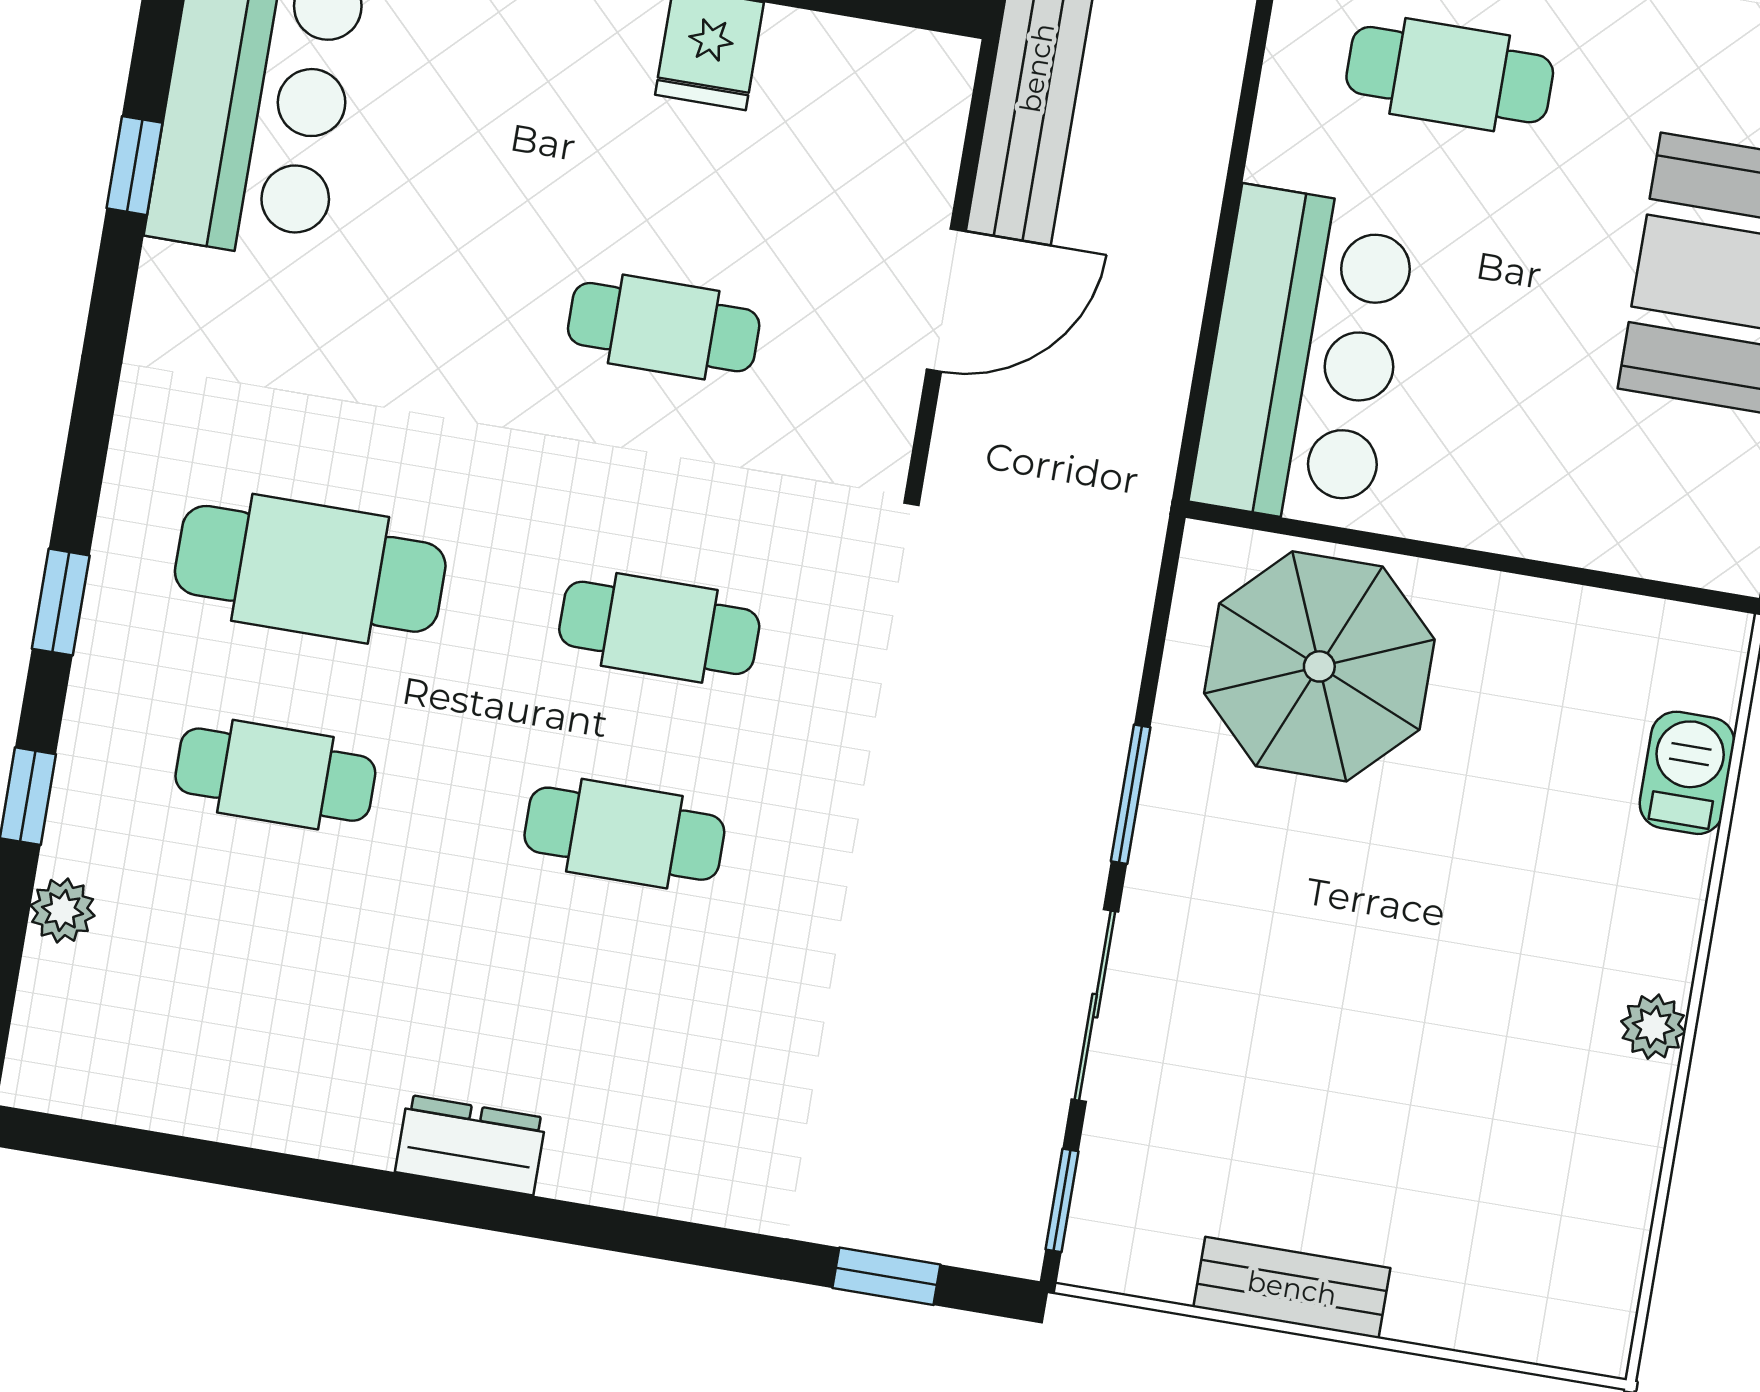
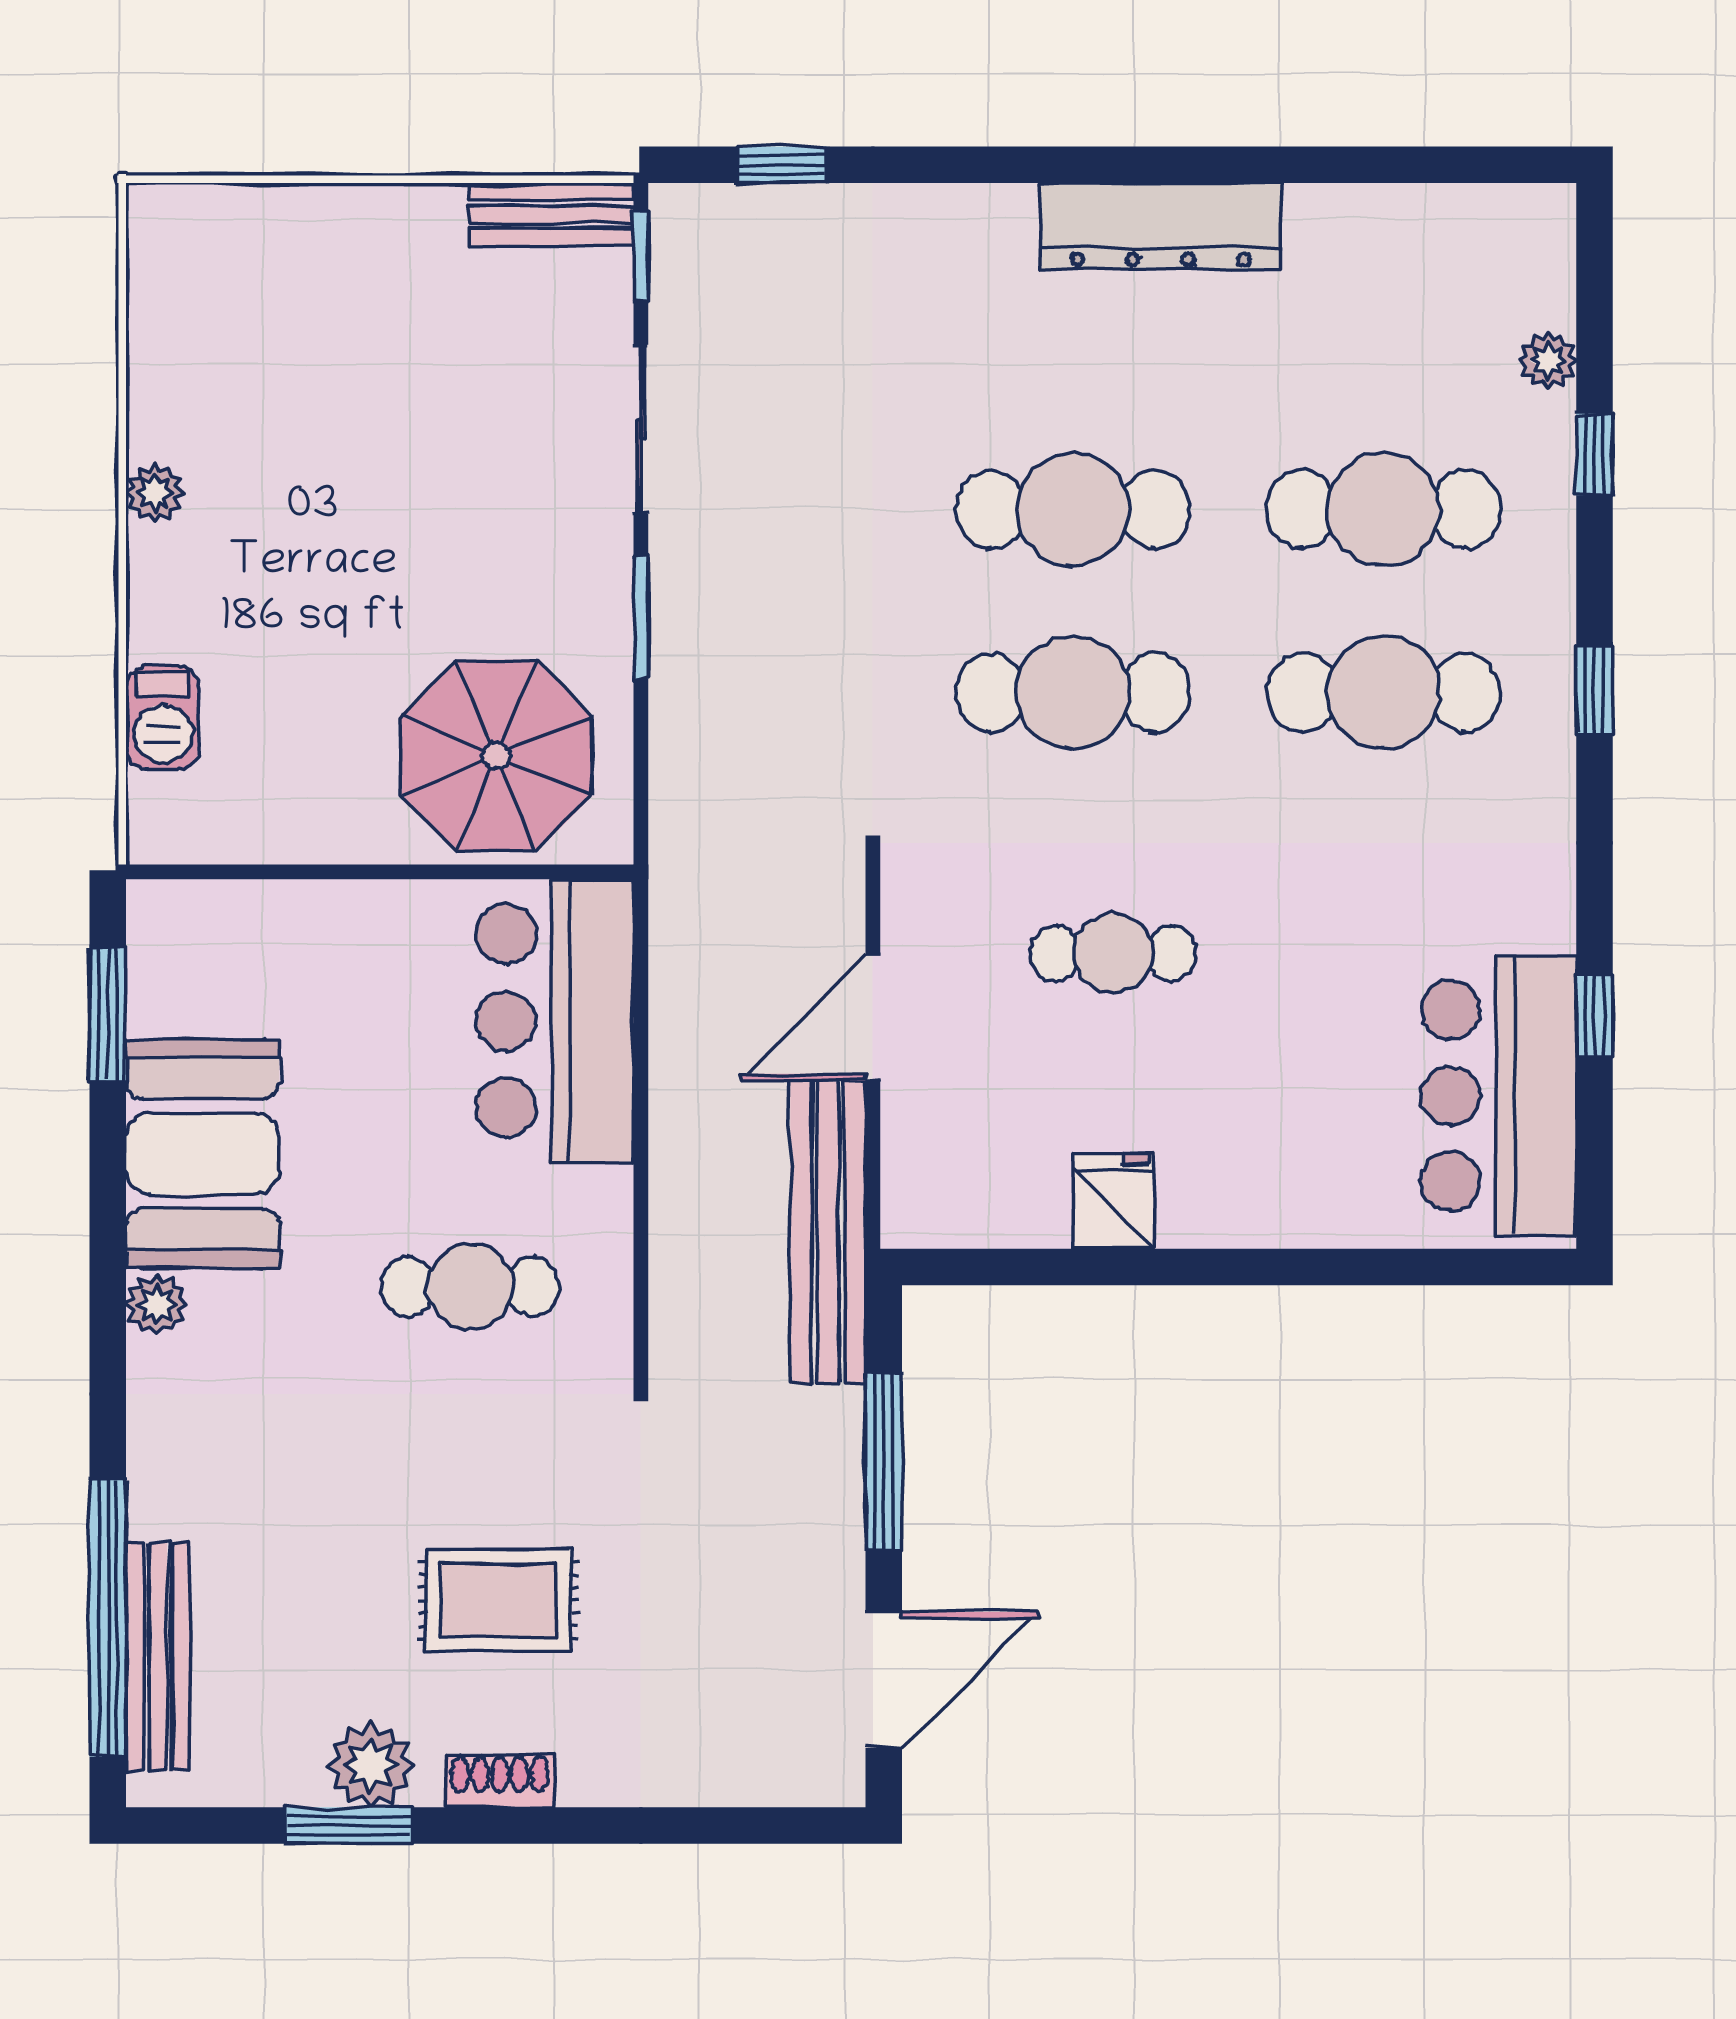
window: (61, 602) -> (1595, 691), moved
cafe table: (659, 628) -> (1073, 692), width x1.37, depth x1.35
cafe table: (275, 775) -> (1384, 509), width x1.37, depth x1.35
cafe table: (624, 834) -> (1073, 509), width x1.37, depth x1.35
dresser: (471, 1145) -> (1161, 226), width x1.96, depth x1.24
bench: (1292, 1288) -> (551, 214), moved

